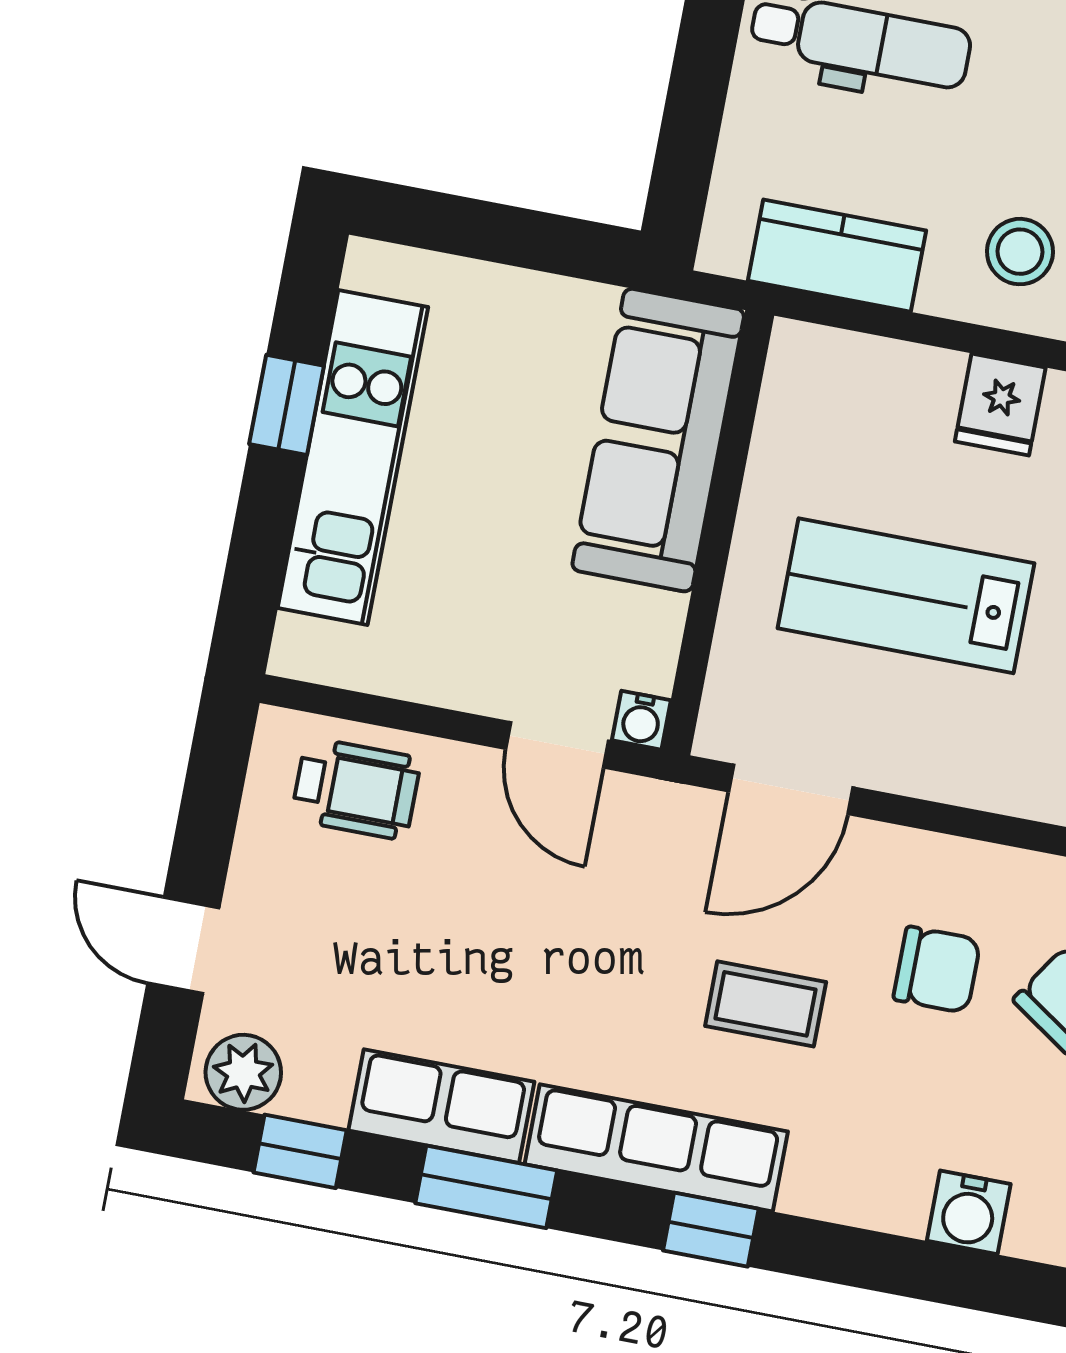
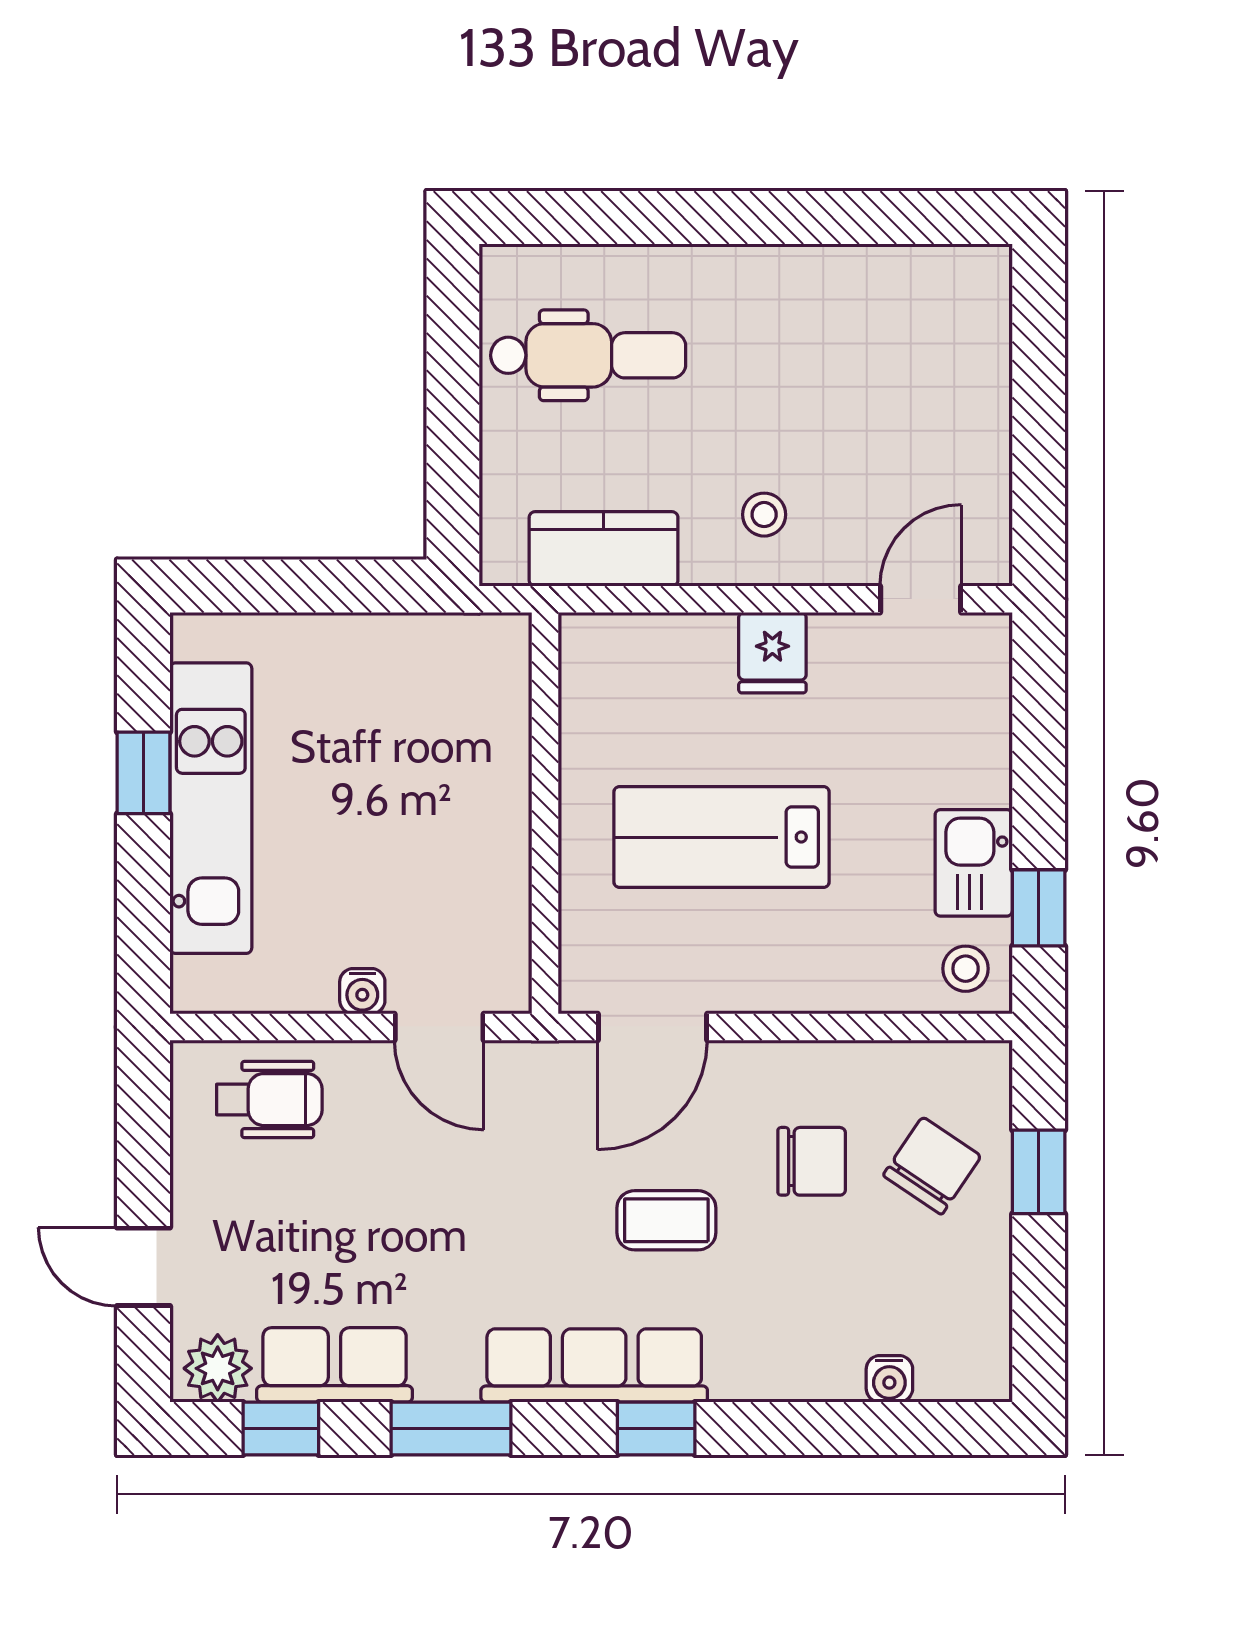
stool: (1020, 252) -> (764, 515), width x0.73, depth x0.73
sofa: (658, 440) -> (477, 741), removed
water cooler: (641, 720) -> (362, 991), moved
row of seats: (441, 1106) -> (335, 1365), moved
water cooler: (969, 1212) -> (889, 1379), width x0.72, depth x0.72

